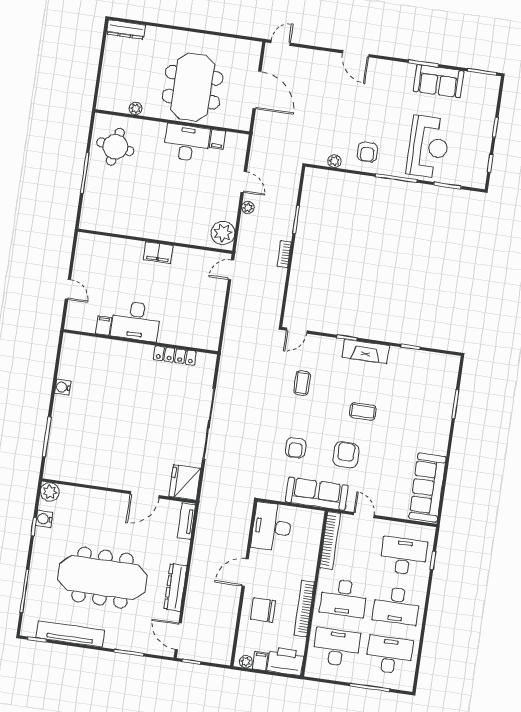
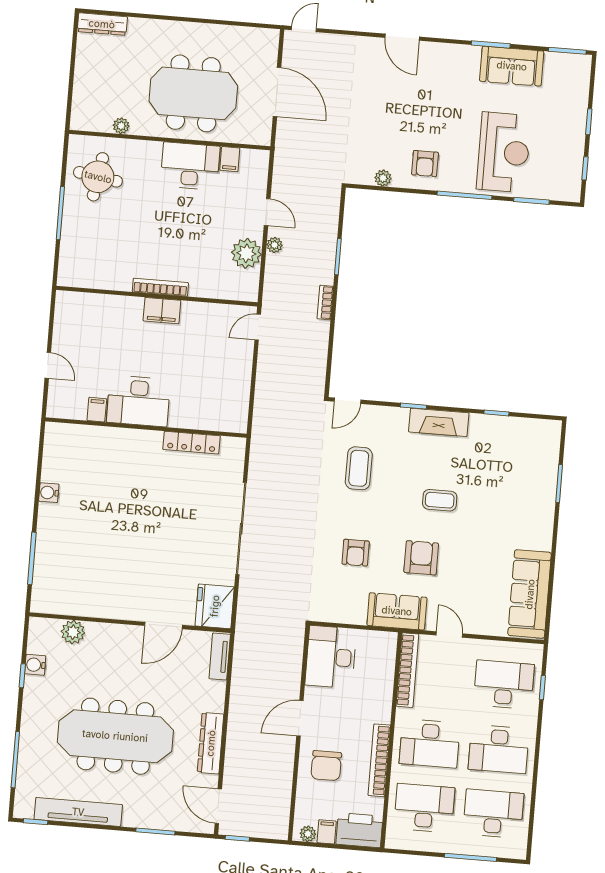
meeting table: (193, 87) -> (193, 93), turned 90
plant: (223, 233) -> (246, 253), moved
bookcase: (158, 235) -> (160, 287), added
coffee table: (302, 383) -> (359, 468), width x1.36, depth x1.30
plant: (50, 492) -> (73, 632), moved
sofa: (317, 494) -> (397, 611), width x0.73
chair: (263, 610) -> (326, 766), turned -90

